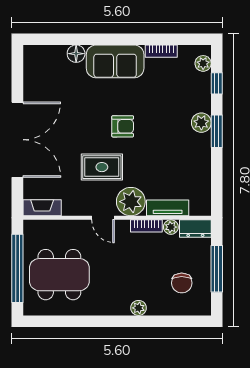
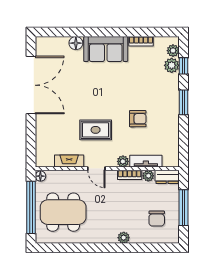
plant: (201, 123) -> (172, 65), moved
armchair: (123, 126) -> (138, 119), moved
double door: (17, 140) -> (31, 85), moved
plant: (131, 202) -> (123, 161), width x0.53, depth x0.53
fireplace: (42, 208) -> (69, 161), moved
floor lamp: (30, 227) -> (40, 176), added

